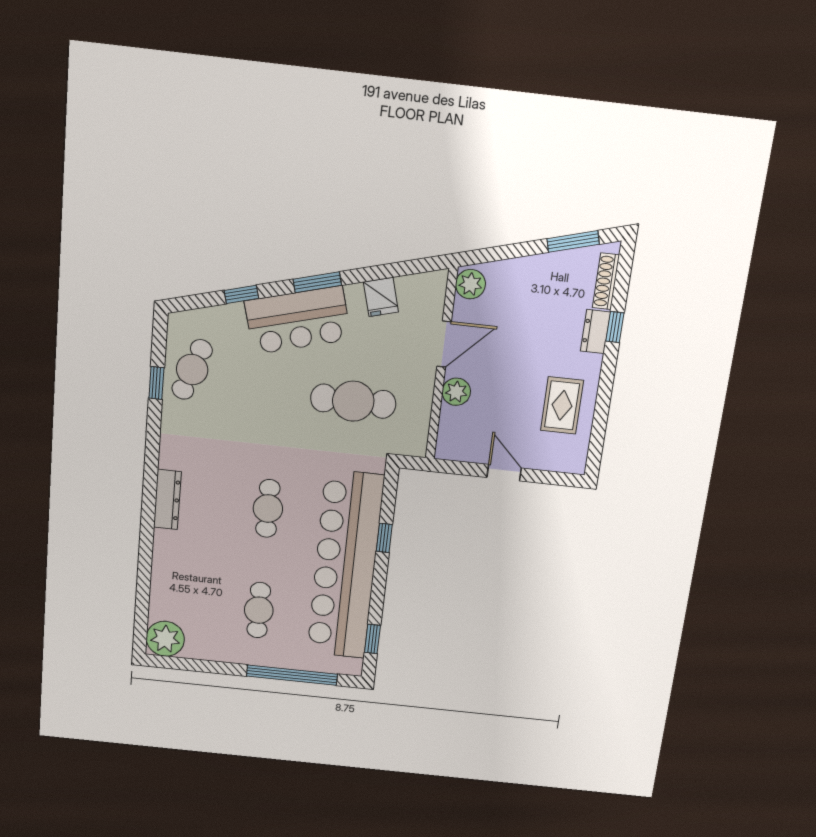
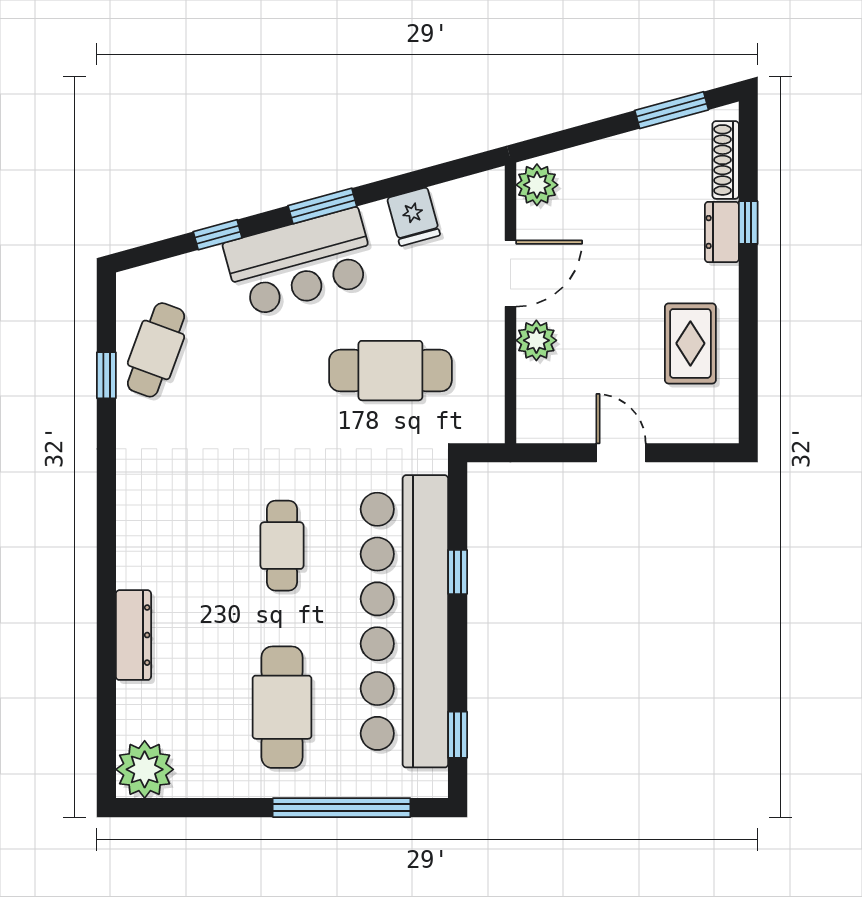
dresser: (167, 499) -> (133, 635), moved
cafe table: (259, 610) -> (282, 707), width x1.37, depth x1.35

